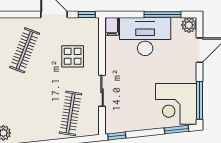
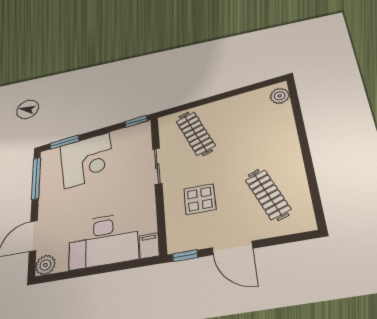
window: (163, 15) -> (80, 273), removed
clothes rail: (25, 50) -> (268, 195), turned -42
corner desk: (176, 104) -> (87, 160), moved, turned 84
clothes rail: (71, 113) -> (196, 134), turned -30

